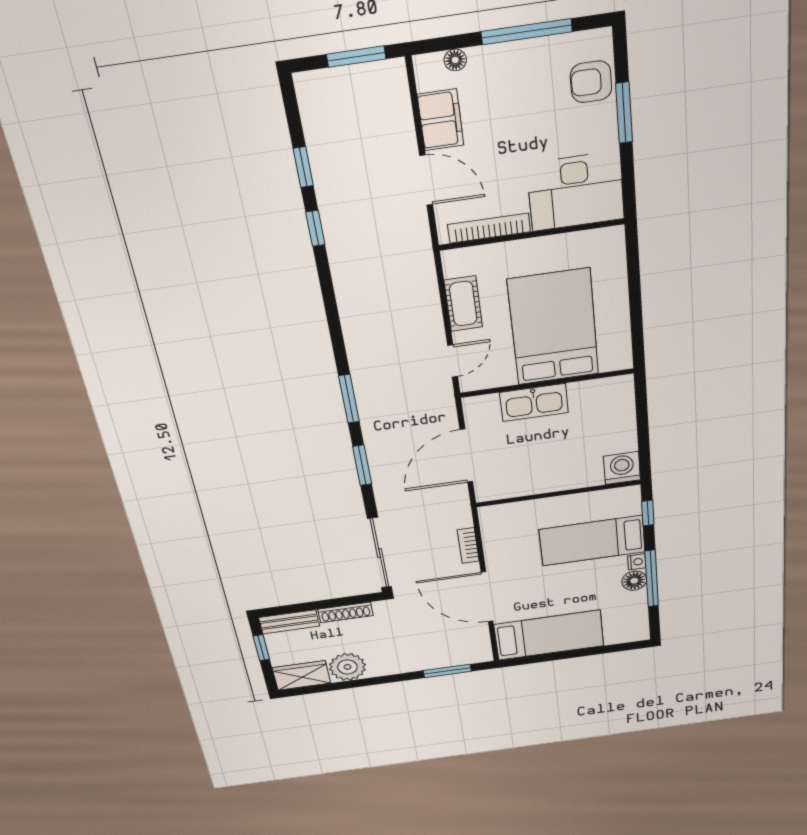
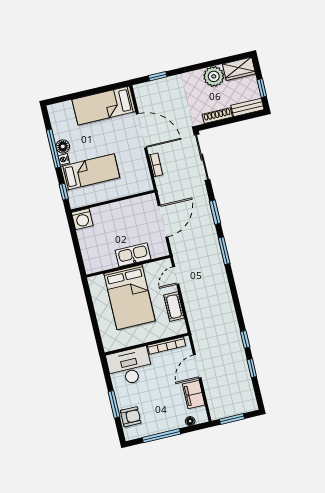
door: (426, 180) -> (197, 366), hinge flipped
window: (447, 671) -> (158, 76), width x0.67

